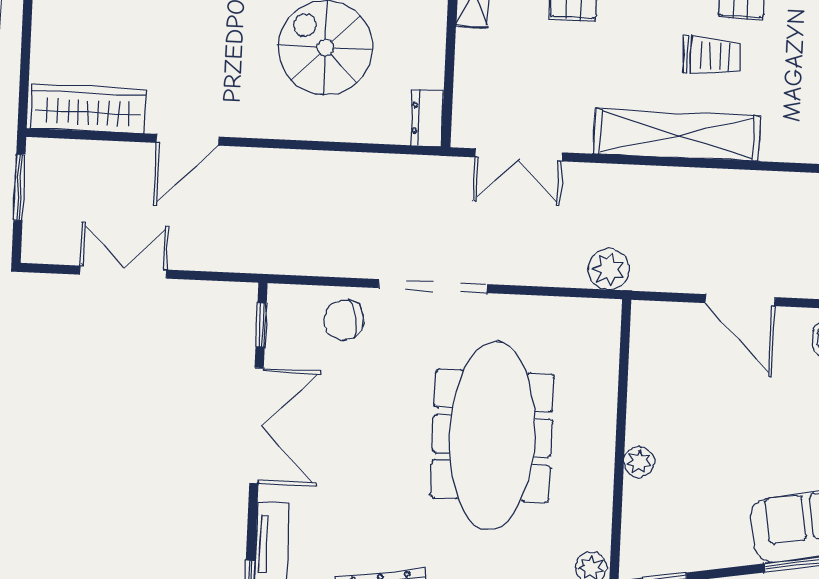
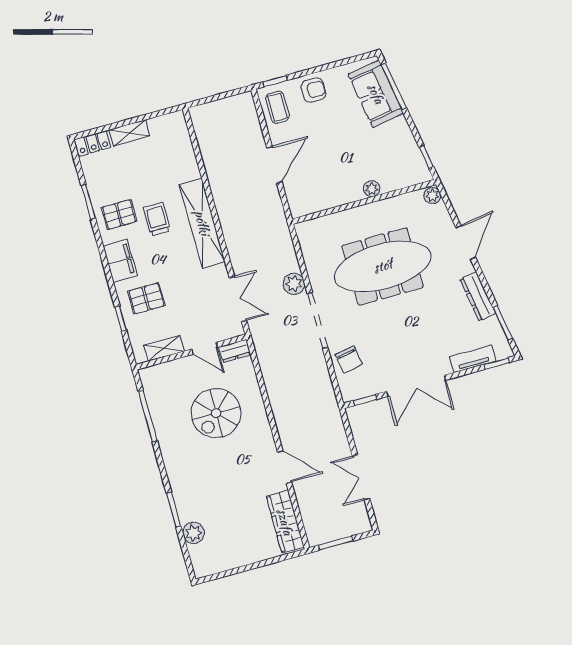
door: (449, 65) -> (205, 348), added
plant: (609, 269) -> (294, 284), moved
double door: (257, 426) -> (416, 386), swing flipped

